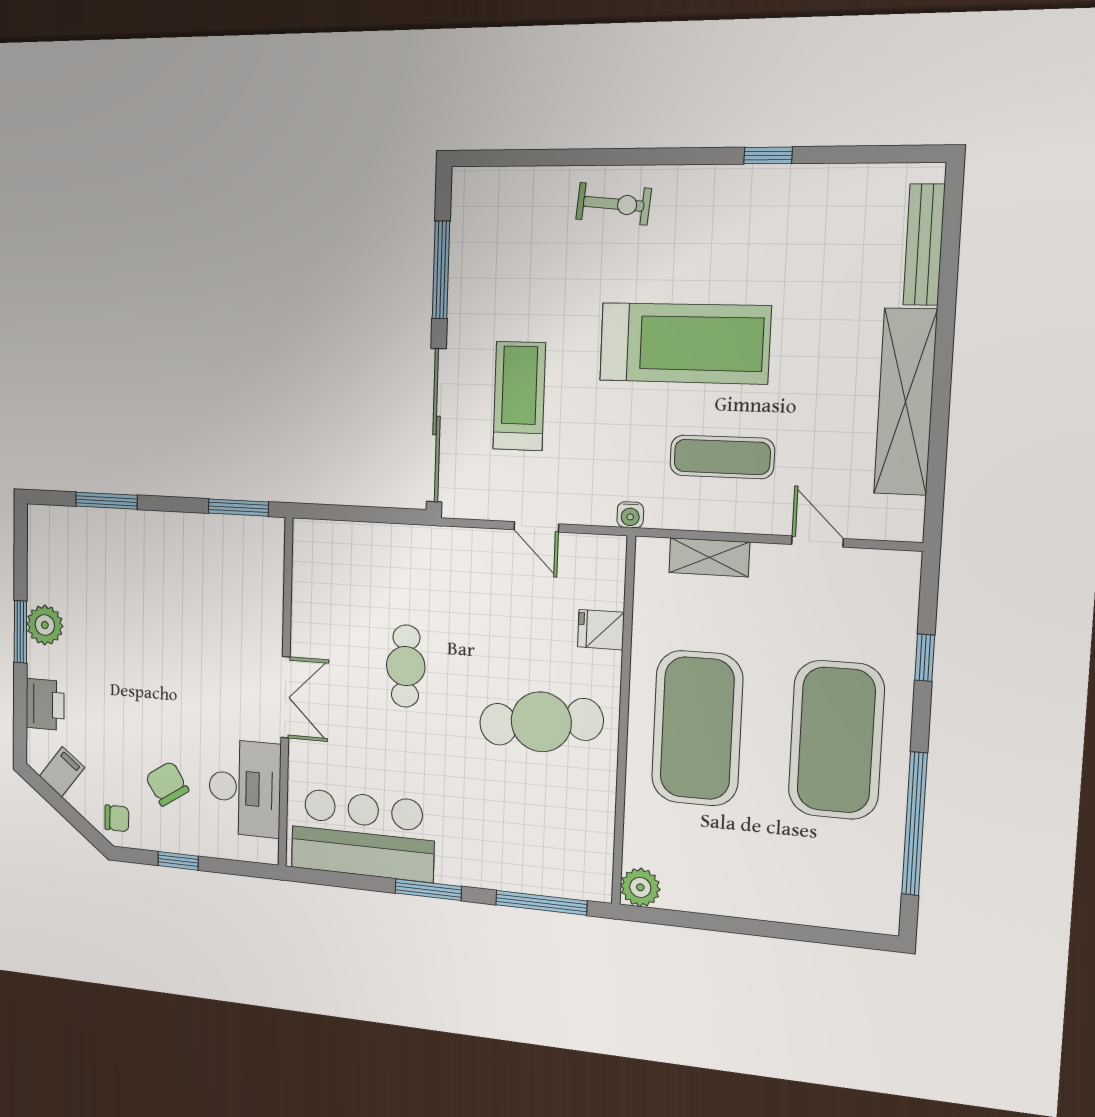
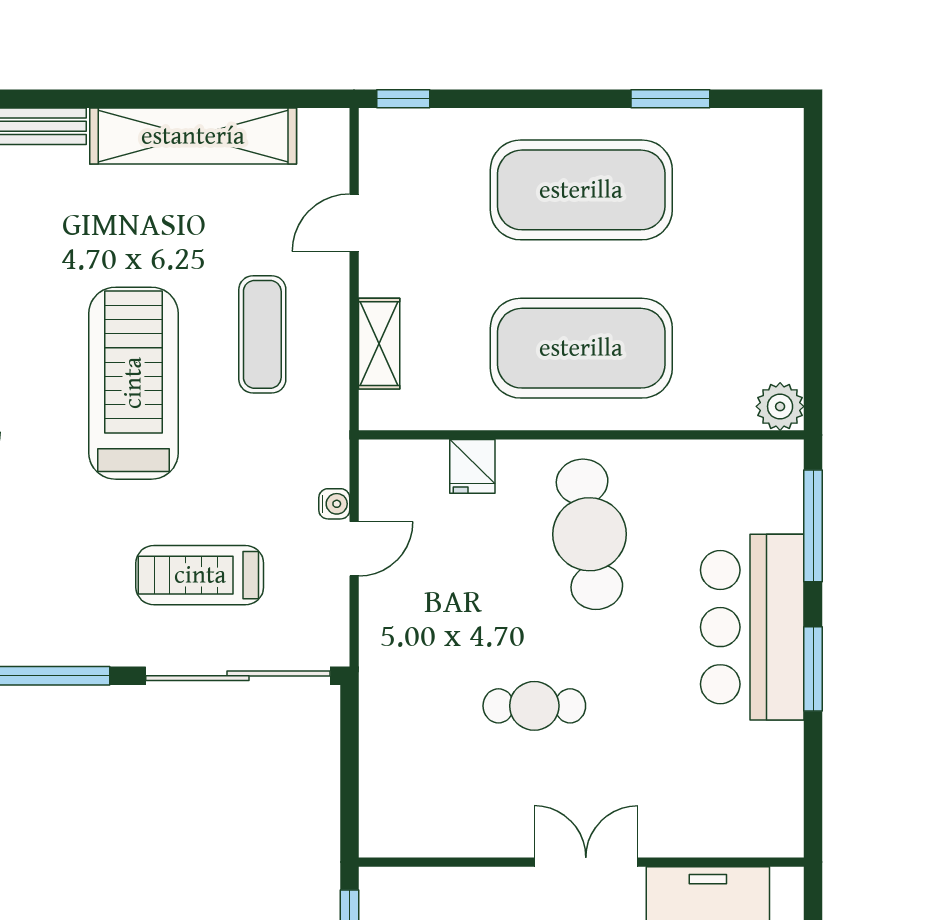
water cooler: (630, 515) -> (334, 504), moved
window: (925, 658) -> (403, 99), moved
window: (914, 824) -> (670, 99), width x0.47
bar counter: (363, 835) -> (752, 627), moved

